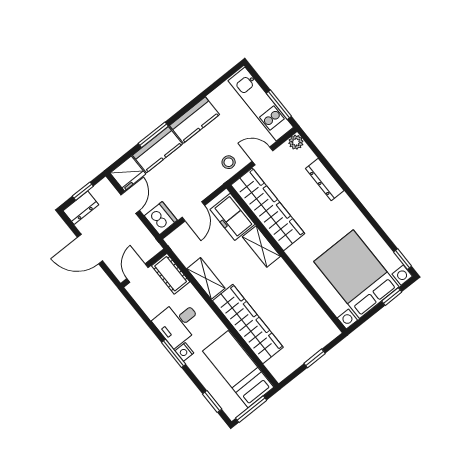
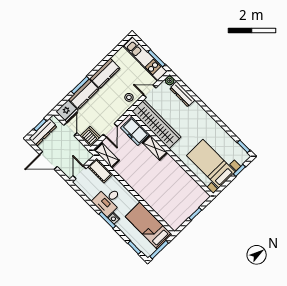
dresser: (325, 179) -> (182, 94), moved
dresser: (81, 208) -> (43, 132), width x1.44
bed with nightstands: (356, 274) -> (211, 164), width x0.73
shelving: (206, 278) -> (107, 155), moved
wardrobe: (248, 324) -> (152, 197), removed

